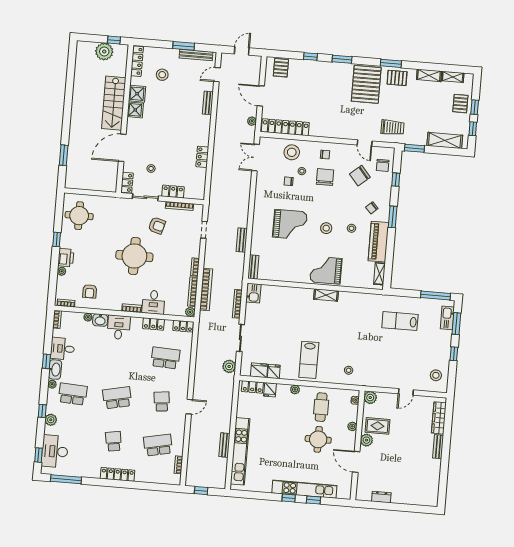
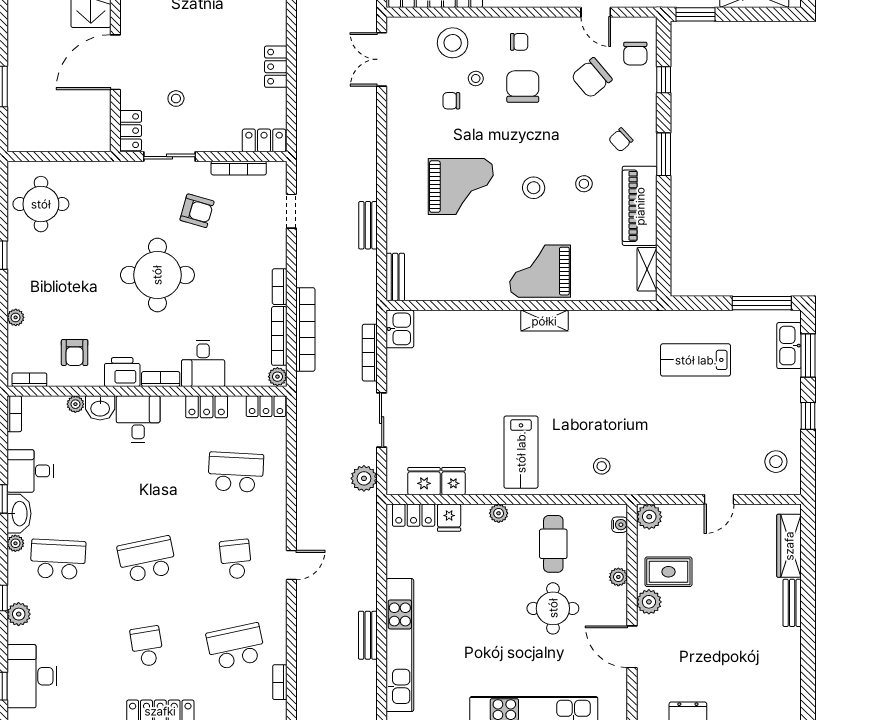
locker: (173, 192) -> (264, 140), moved
printer: (66, 258) -> (122, 372), moved, turned -90

